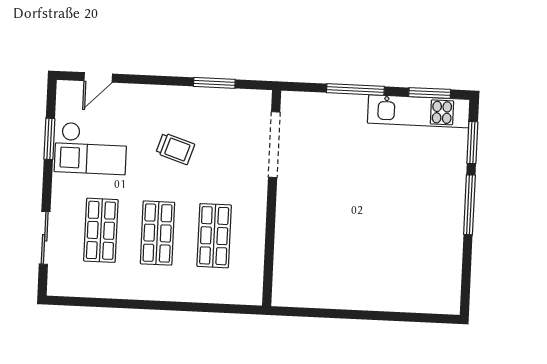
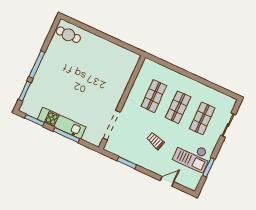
door: (98, 77) -> (167, 181), moved
kitchen unit: (419, 111) -> (62, 123), moved
checkout: (91, 148) -> (192, 156), turned 180
cafe table: (431, 288) -> (68, 35), added

